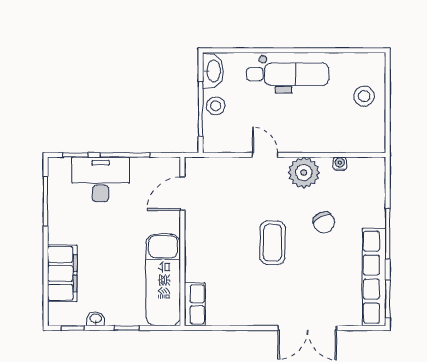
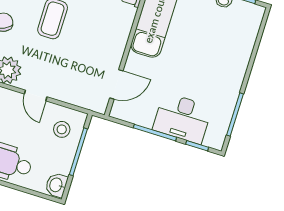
washbasin: (213, 71) -> (56, 185), width x0.72
stool: (216, 106) -> (62, 129), moved
filing cabinet: (62, 273) -> (240, 48), removed

